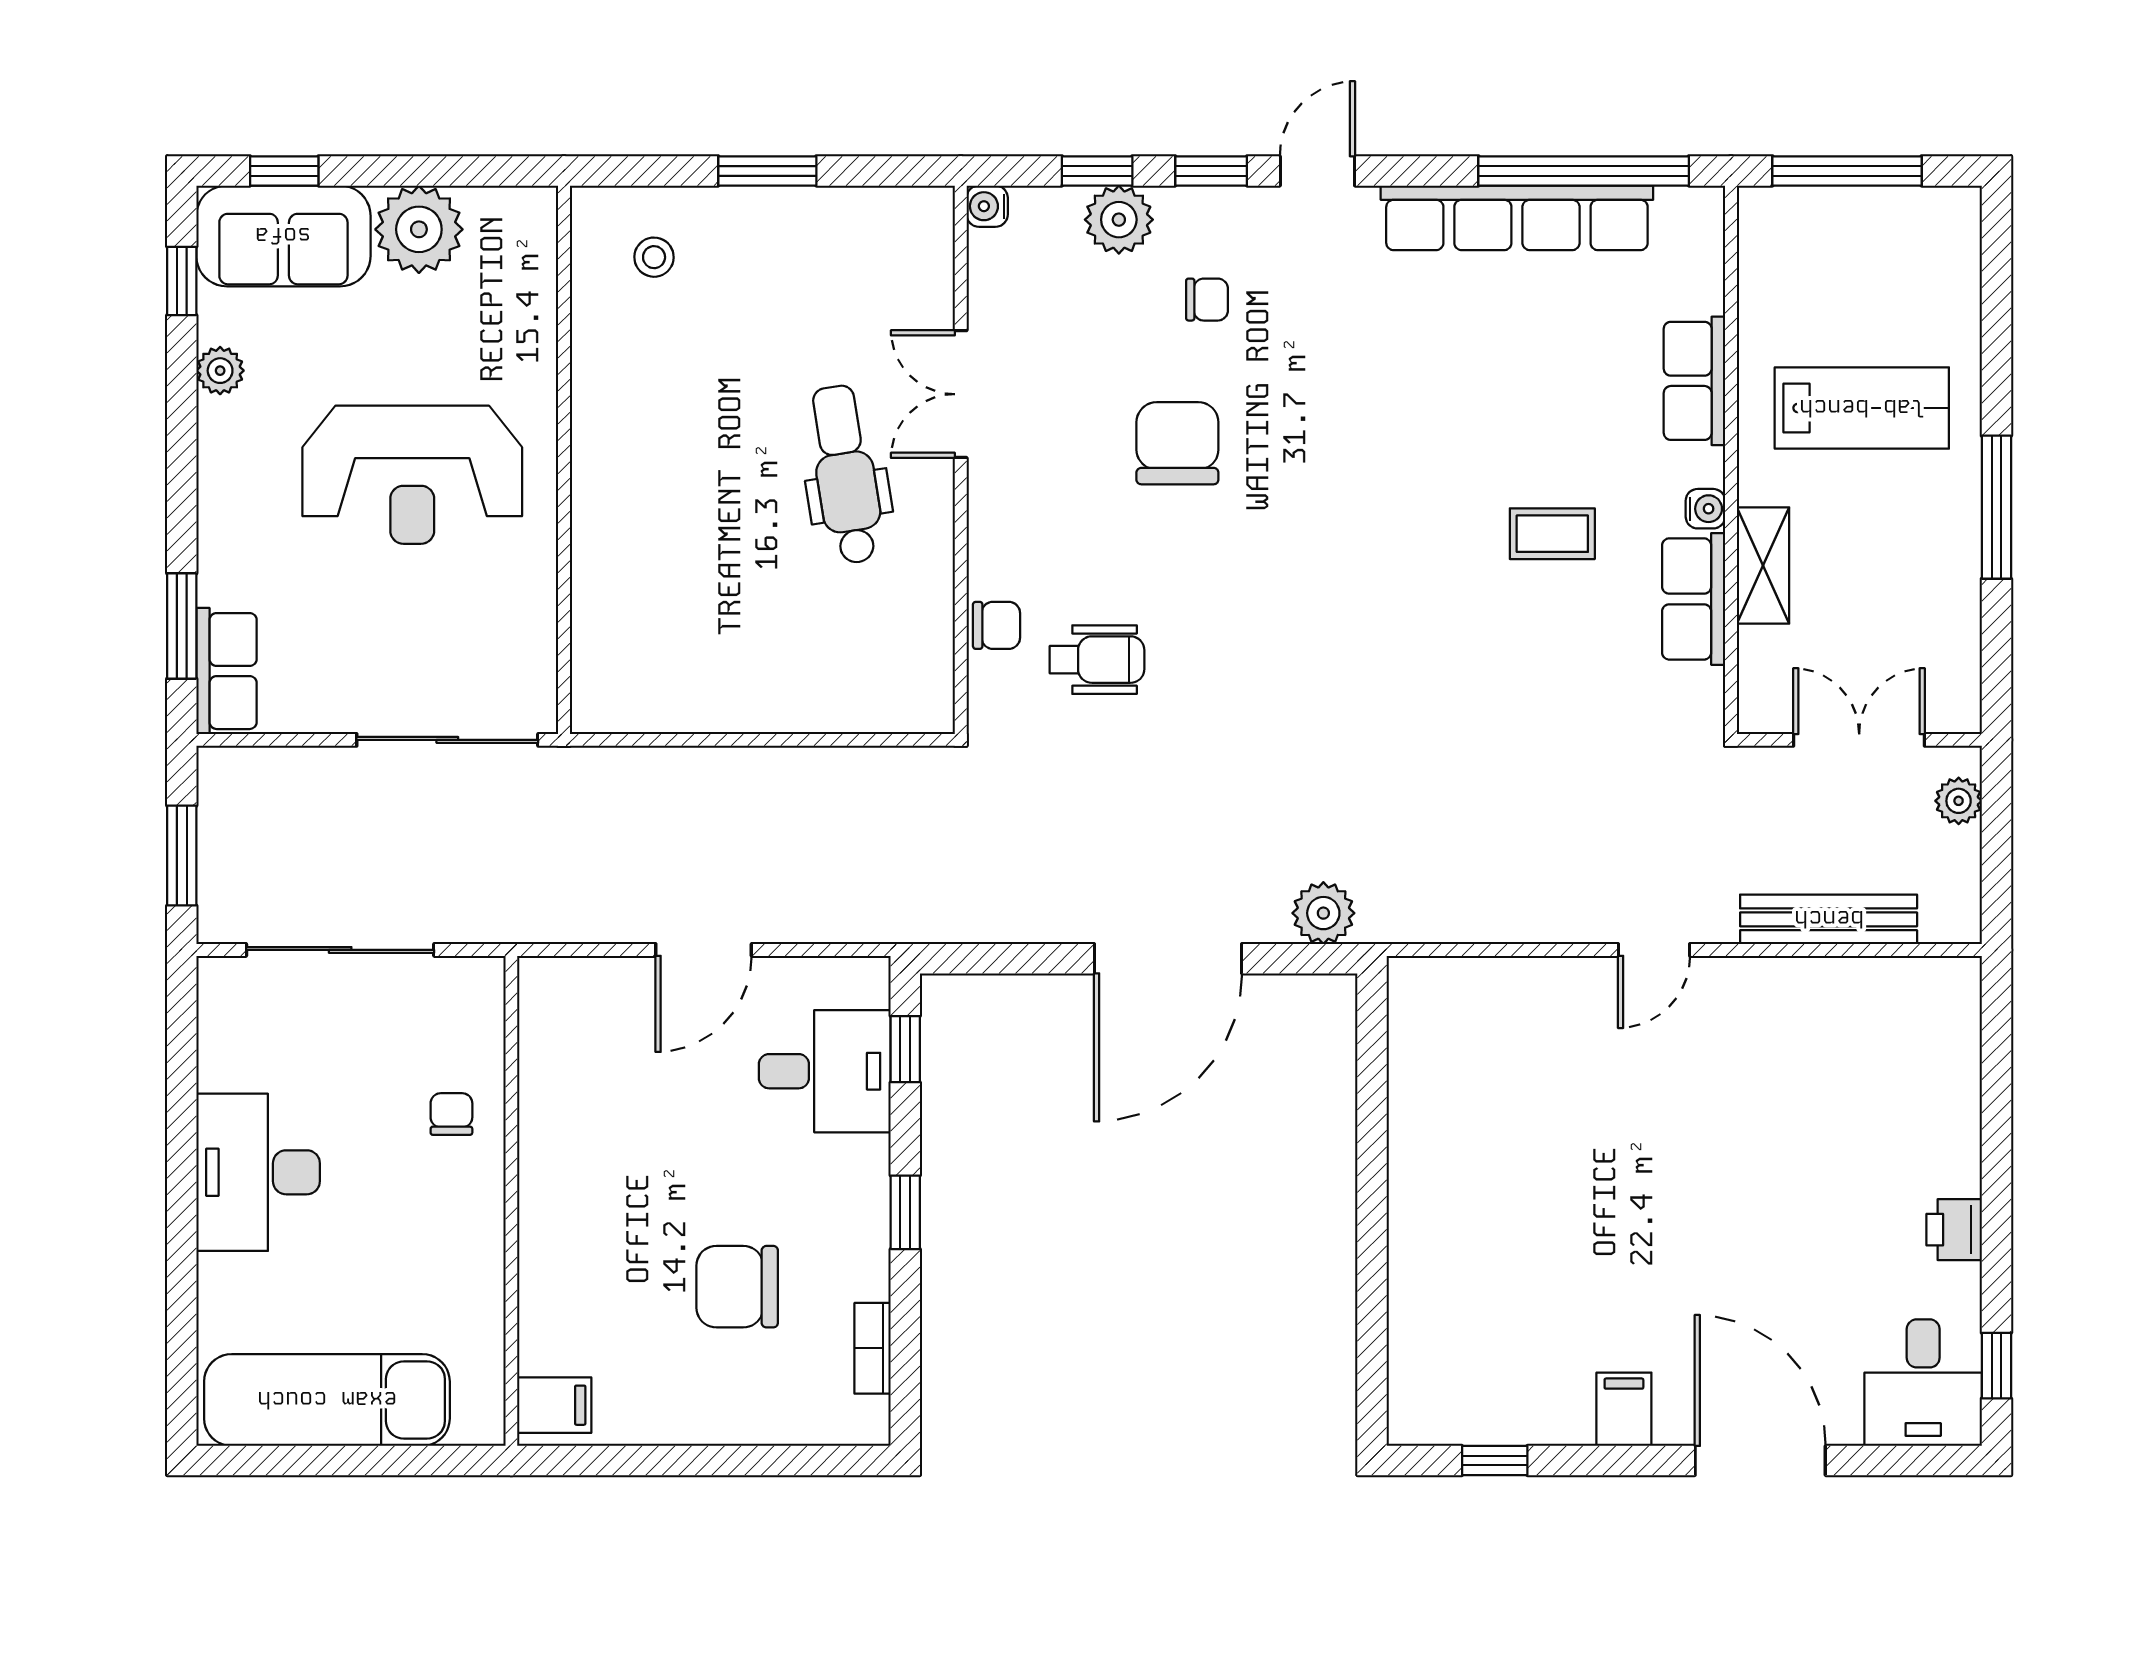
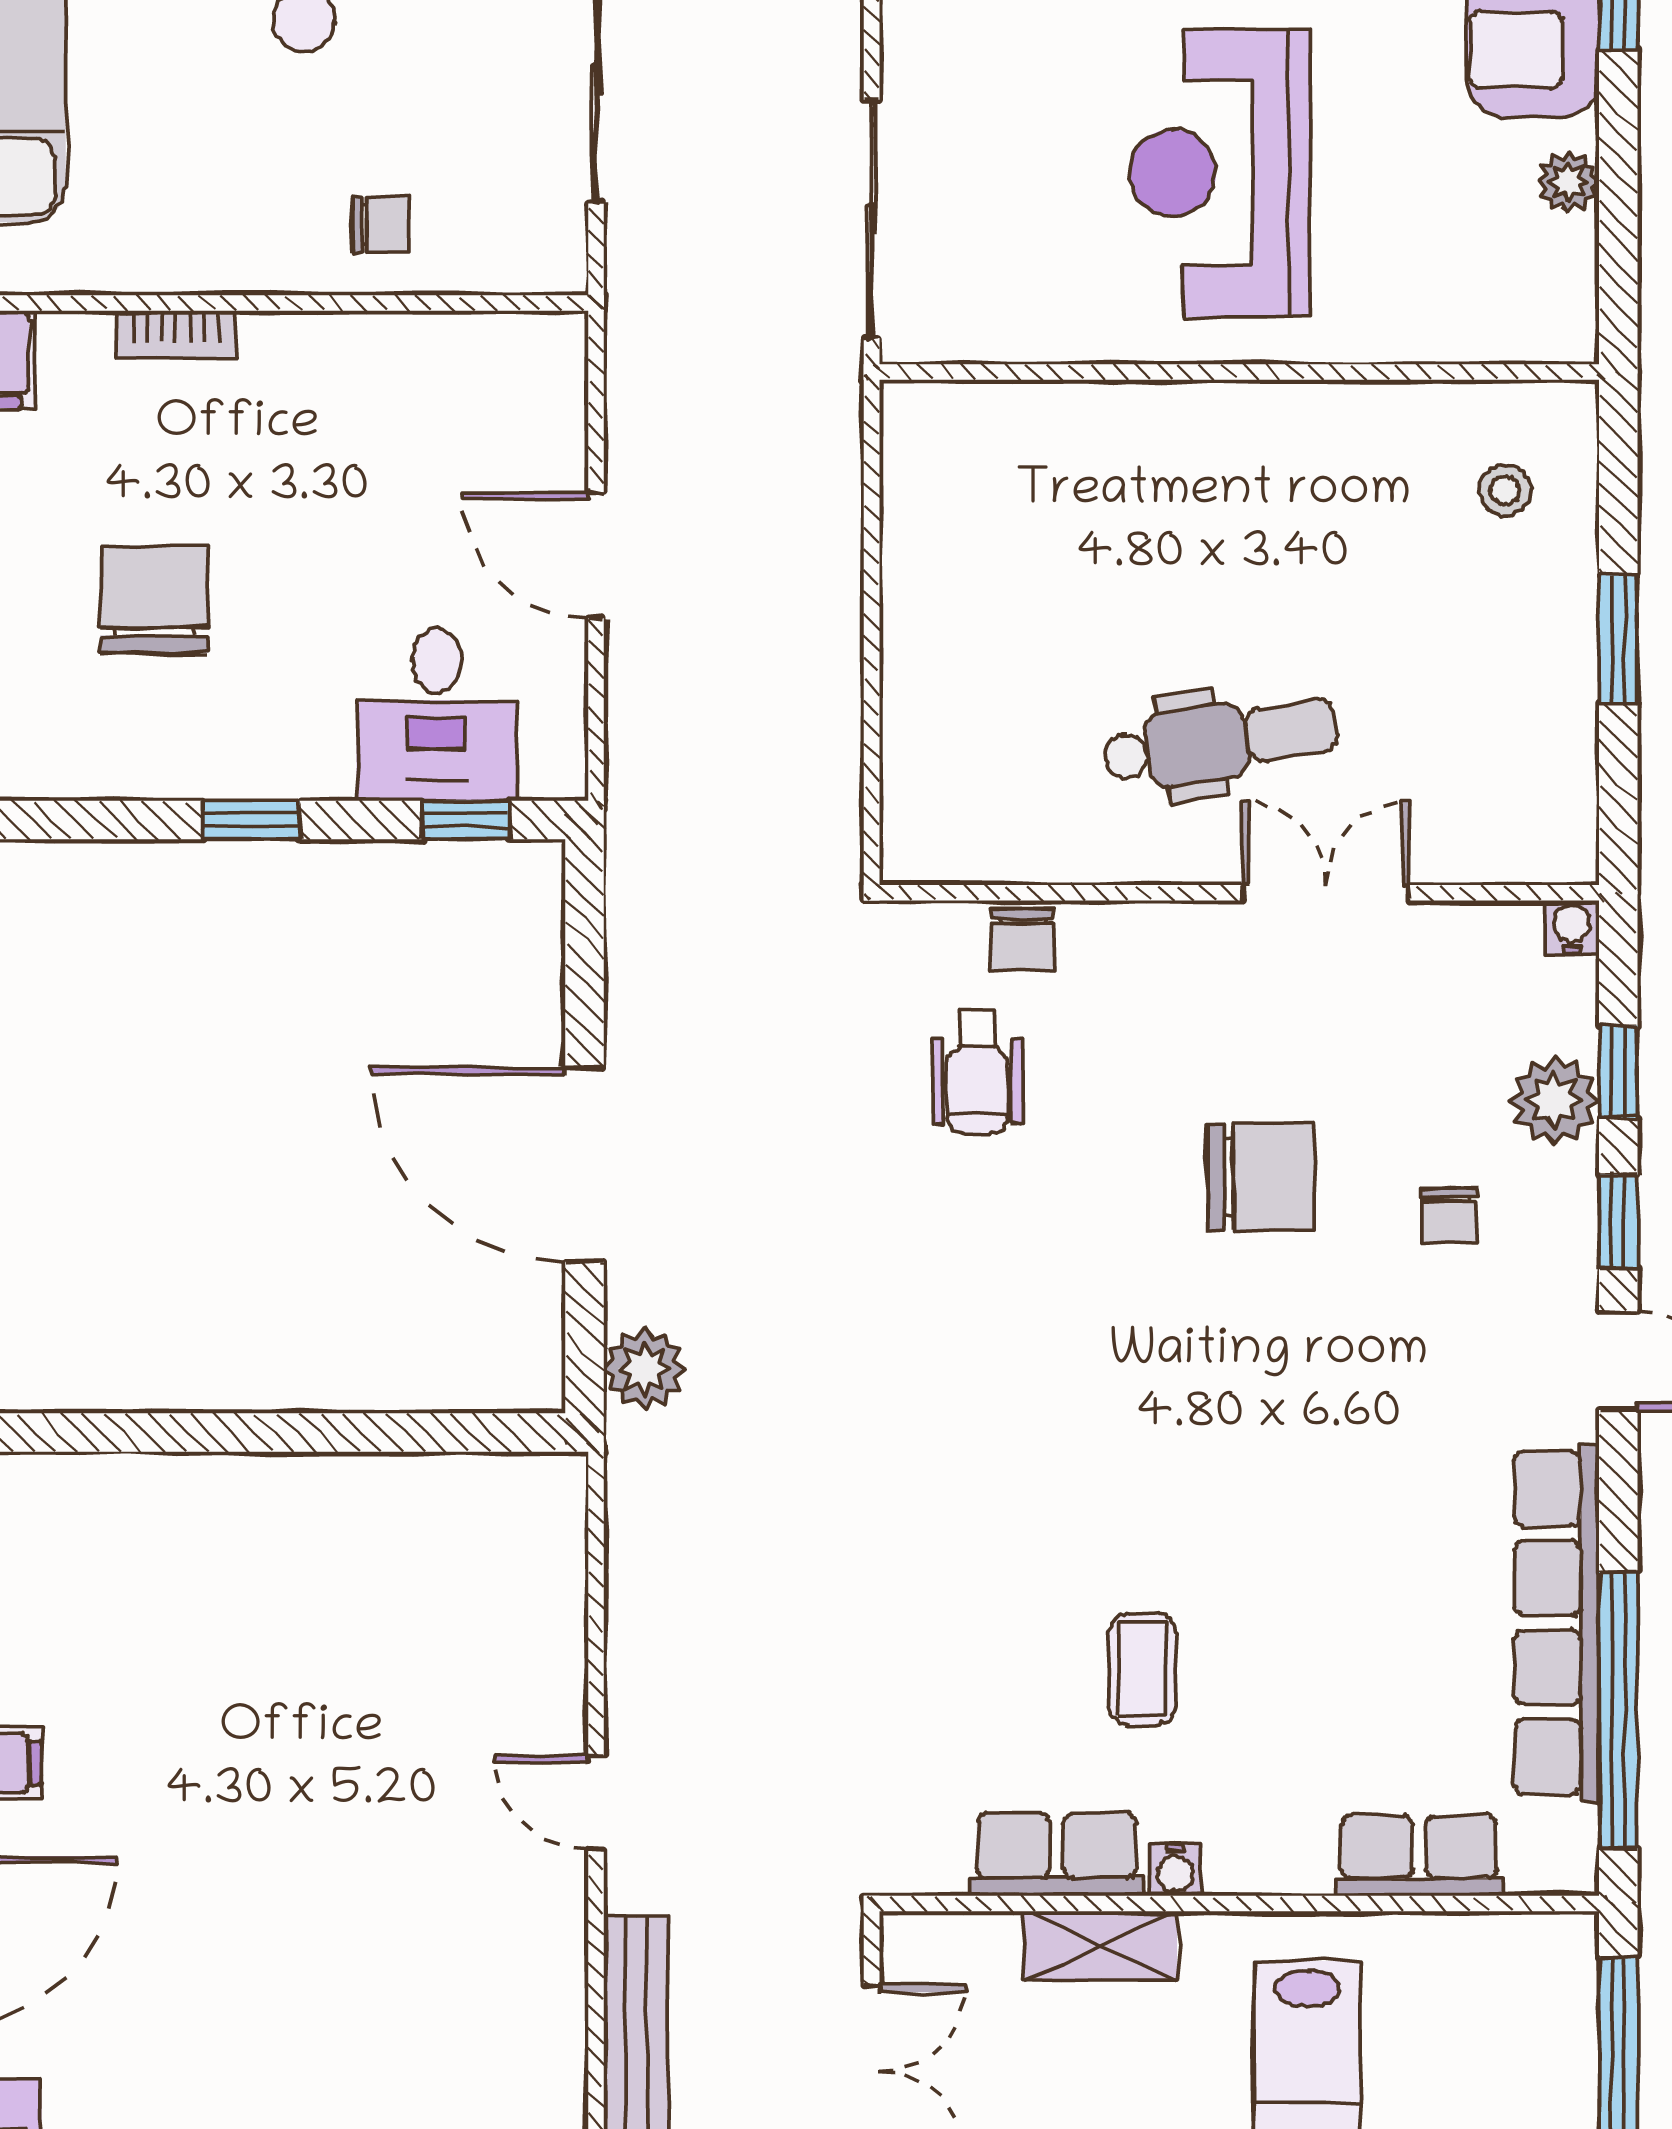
plant: (419, 229) -> (1569, 182), width x0.53, depth x0.53
row of seats: (1694, 381) -> (1419, 1856), moved
bookcase: (873, 1348) -> (175, 334), moved, turned 180

